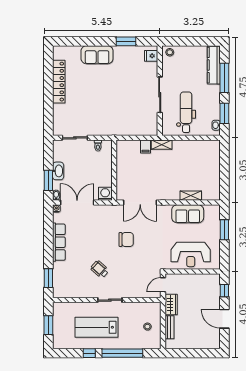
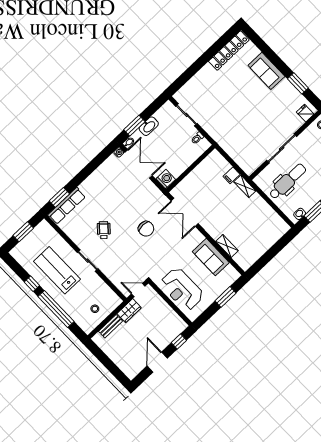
locker: (59, 82) -> (229, 51), moved
row of seats: (59, 242) -> (67, 206), moved

